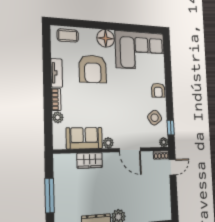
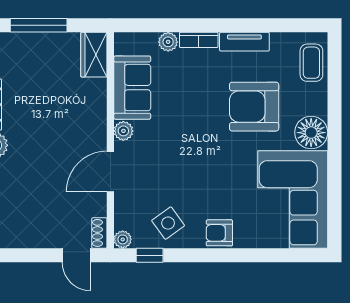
wardrobe: (90, 160) -> (94, 55), moved

